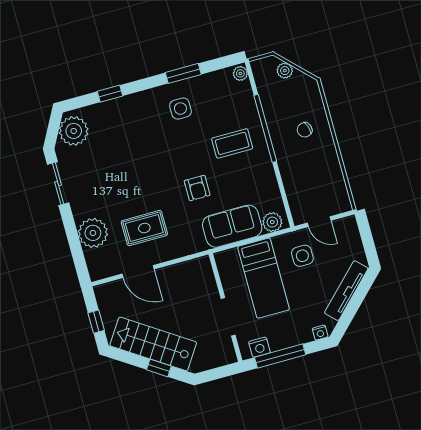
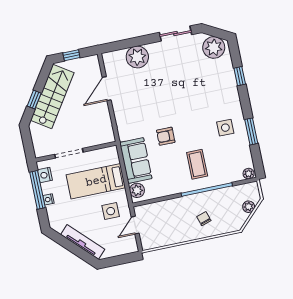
rug: (144, 228) -> (139, 95), removed
nightstand: (320, 333) -> (48, 199), moved

